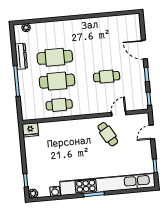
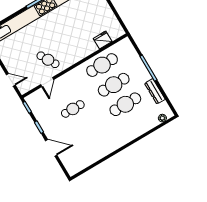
cafe table: (59, 105) -> (102, 65), width x1.37, depth x1.35
fridge: (30, 130) -> (103, 40), moved
door: (152, 132) -> (11, 80), hinge flipped

